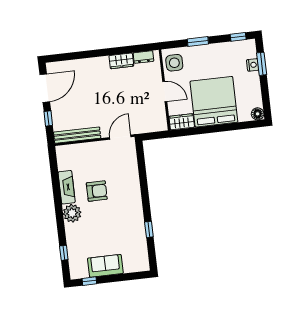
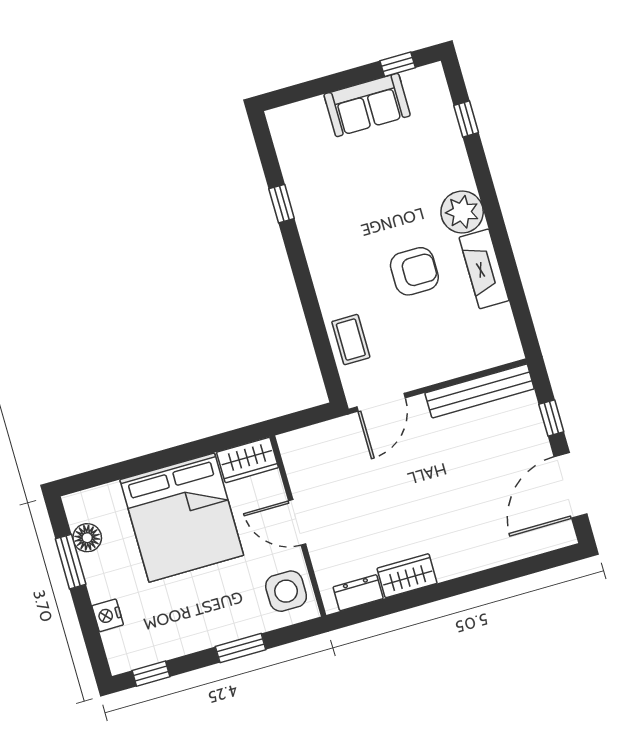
window: (262, 64) -> (71, 562), moved
floor lamp: (258, 114) -> (87, 538), moved
coffee table: (129, 166) -> (351, 340), added
armchair: (97, 191) -> (414, 271), turned 180

